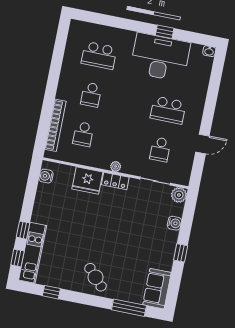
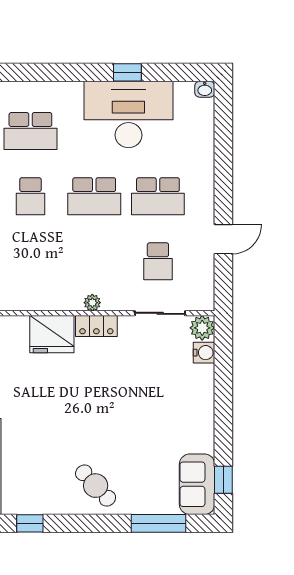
school desk: (83, 134) -> (94, 196), moved, width x1.85
water cooler: (174, 223) -> (204, 353), moved
window: (181, 253) -> (223, 480), moved

